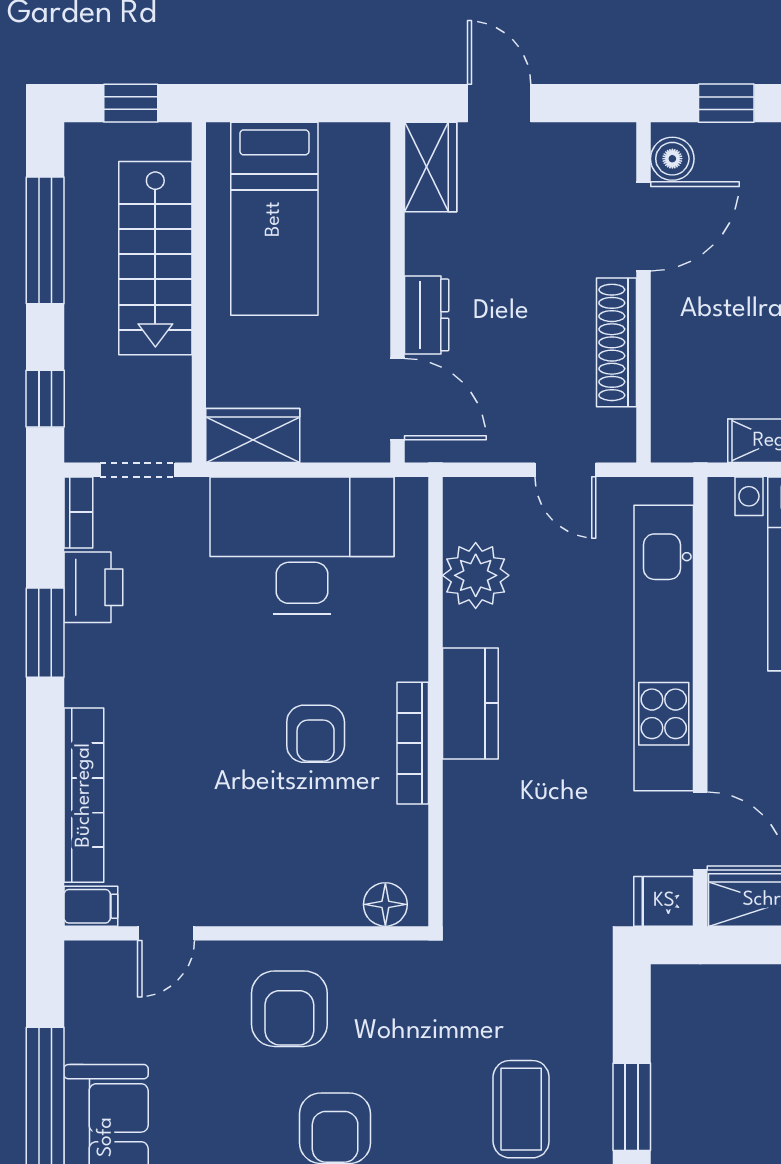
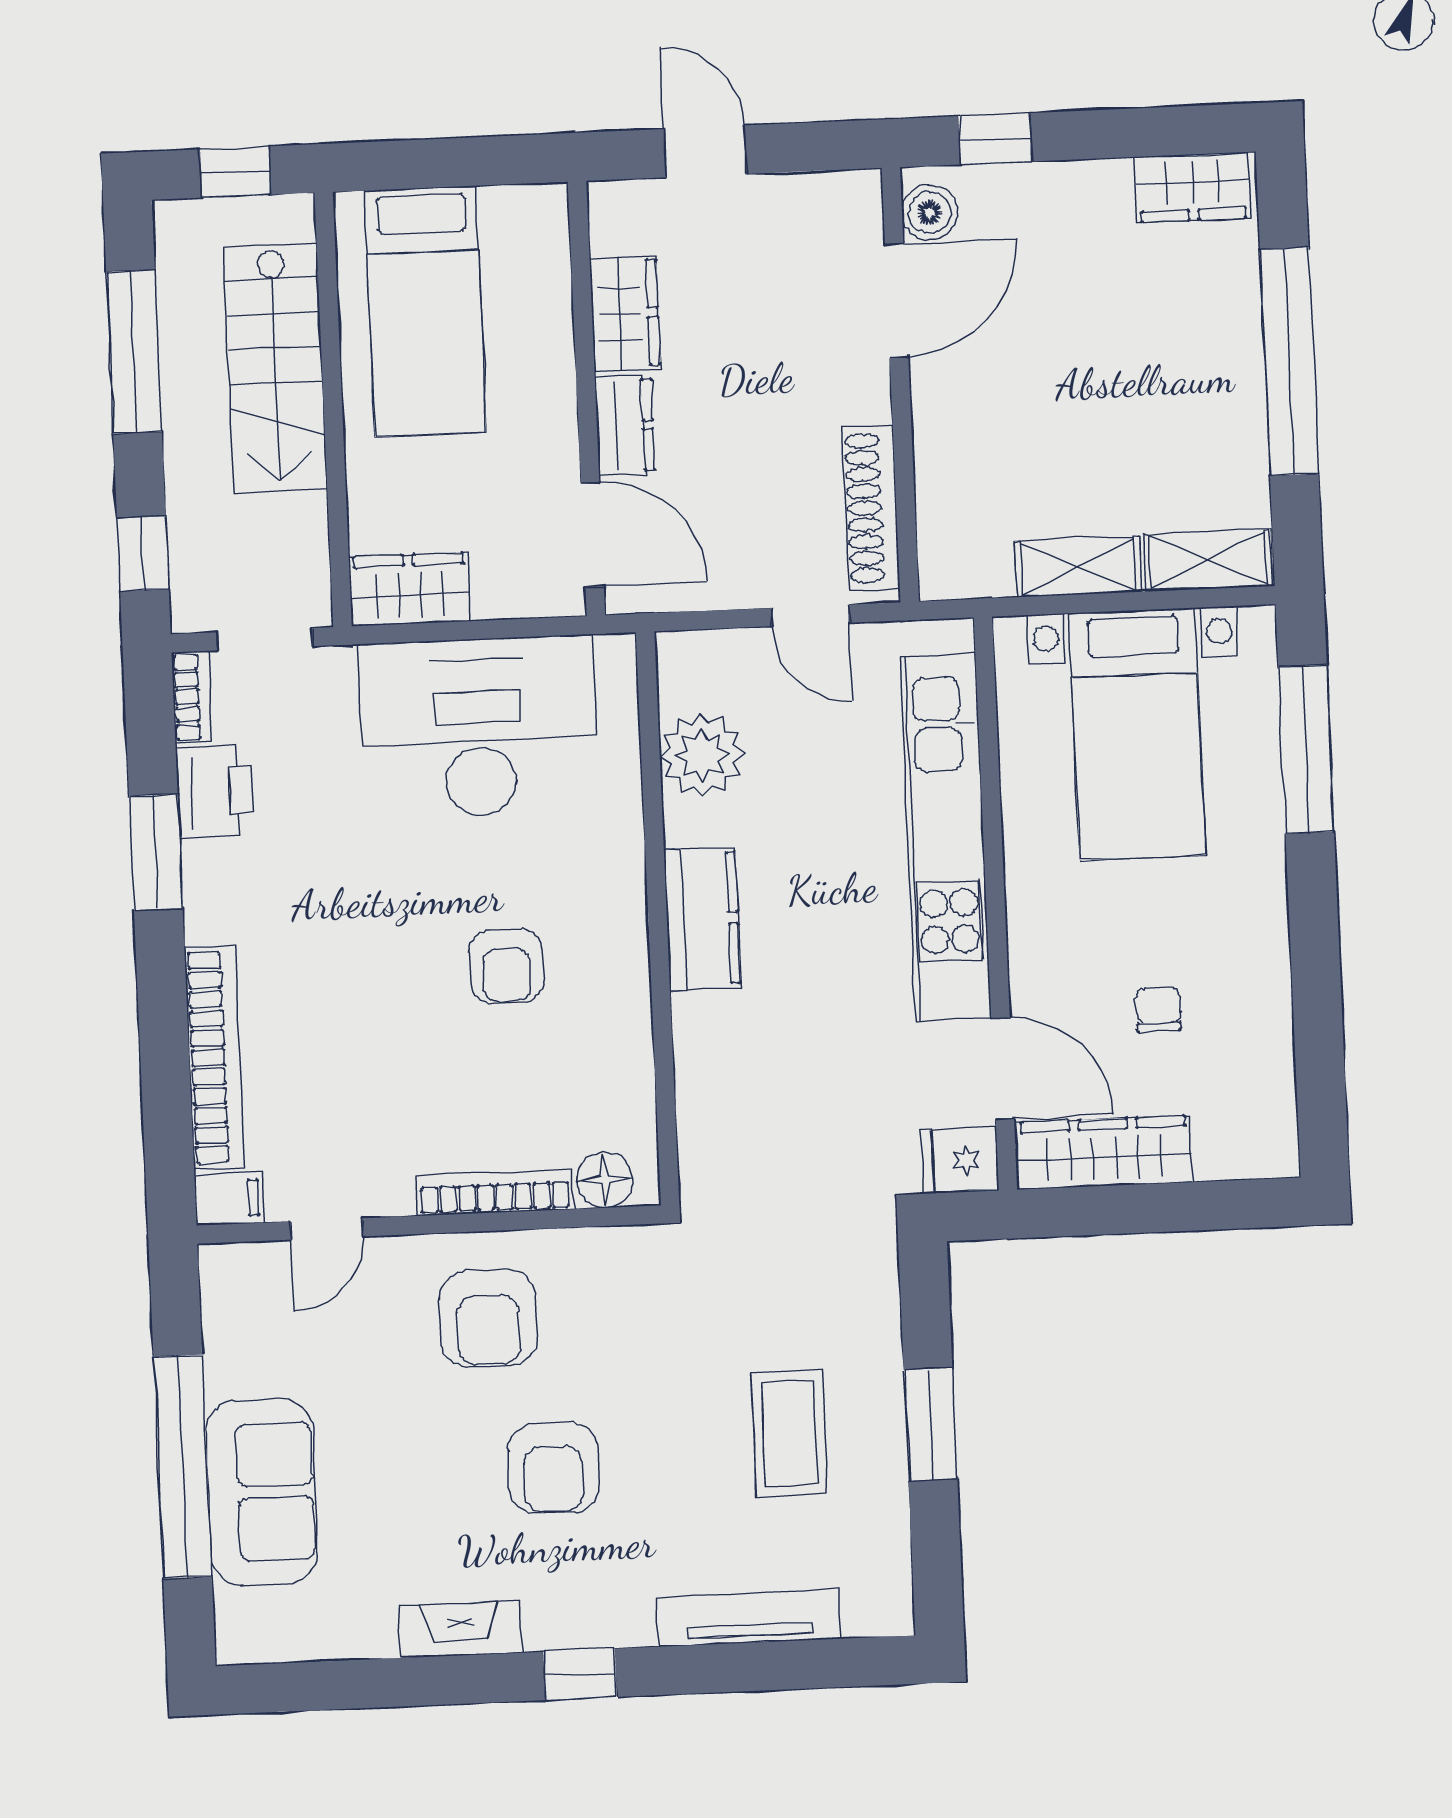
wardrobe: (431, 167) -> (625, 313), moved
shoe rack: (617, 342) -> (871, 508), moved
bookcase: (413, 743) -> (495, 1193), moved, turned 90

